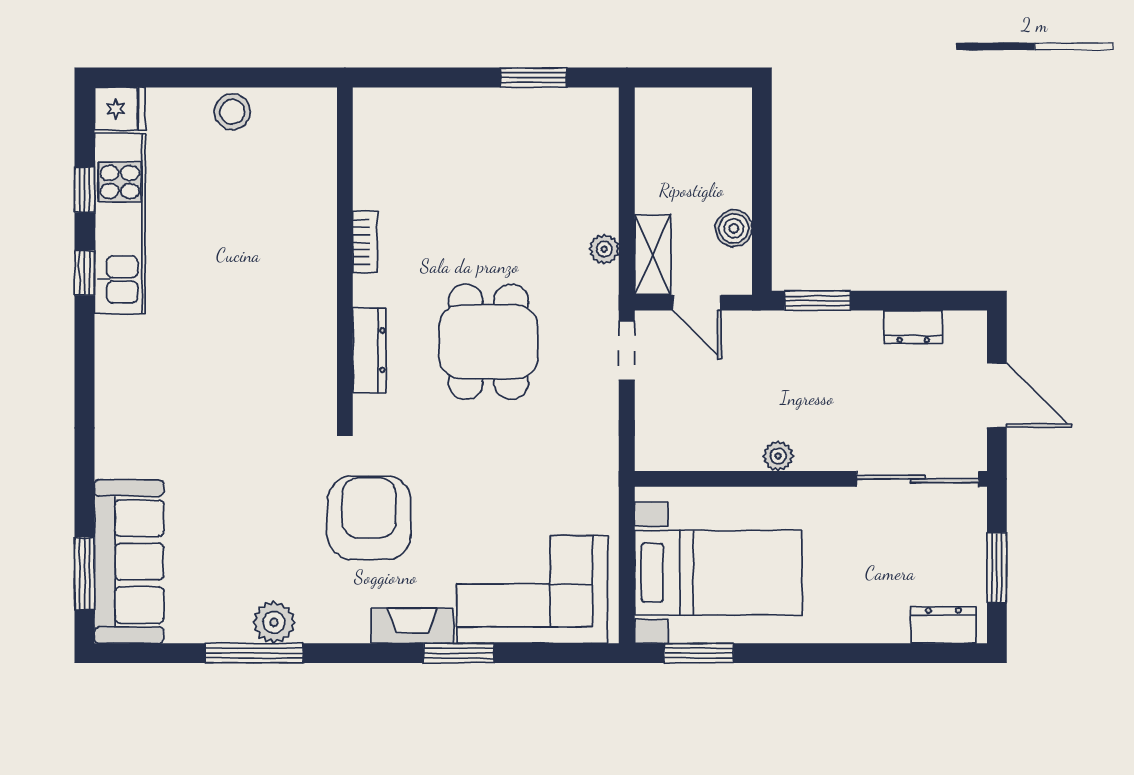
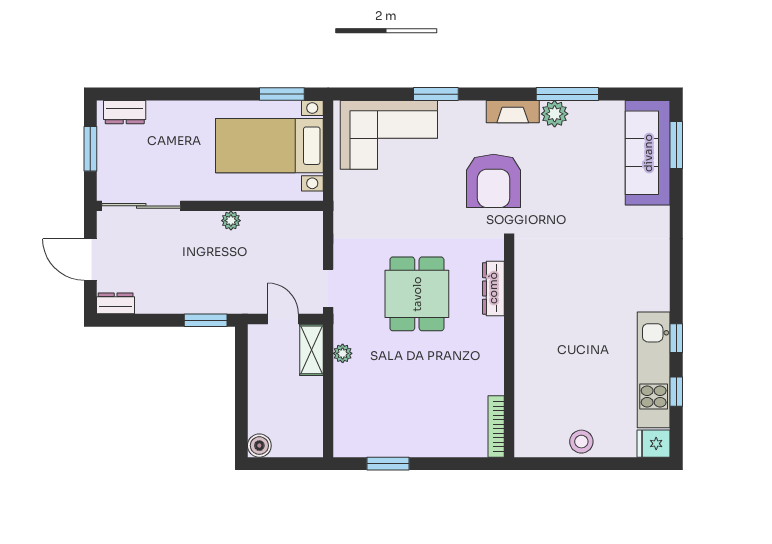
boiler: (734, 228) -> (259, 446), moved
bookcase: (365, 242) -> (496, 426), moved, width x1.56
dresser: (913, 327) -> (116, 303), moved
fireplace: (412, 626) -> (513, 112), moved

